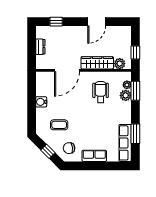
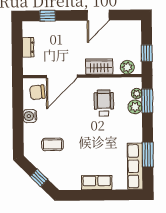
wardrobe: (97, 63) -> (99, 67), width x0.67
chair: (69, 148) -> (37, 92), moved

